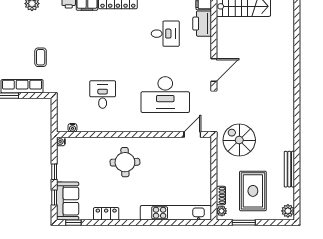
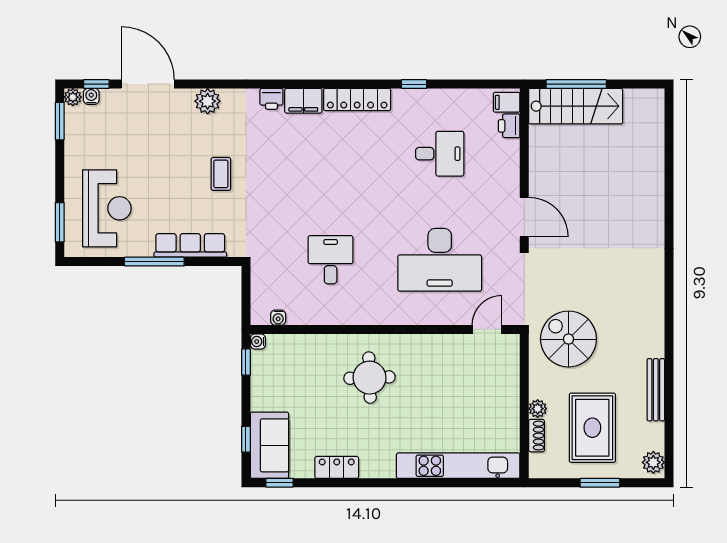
printer: (202, 24) -> (509, 126), width x0.53, depth x0.68
coffee table: (41, 57) -> (221, 174), moved
door: (214, 70) -> (524, 217), hinge flipped
window: (54, 172) -> (246, 362), moved
plant: (222, 211) -> (538, 409), moved
window: (244, 223) -> (600, 483), moved

